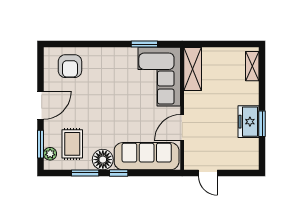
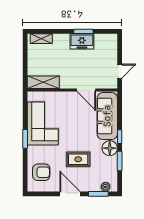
window: (144, 44) -> (25, 139), moved
corner sofa: (159, 77) -> (43, 124), moved, turned -90
rug: (72, 144) -> (78, 159), moved

